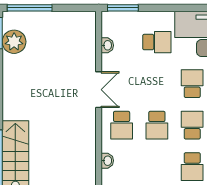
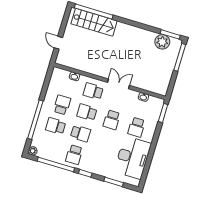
school desk: (192, 84) -> (112, 120), moved, turned 90
double door: (99, 90) -> (119, 84), swing flipped
school desk: (157, 167) -> (62, 105), added

